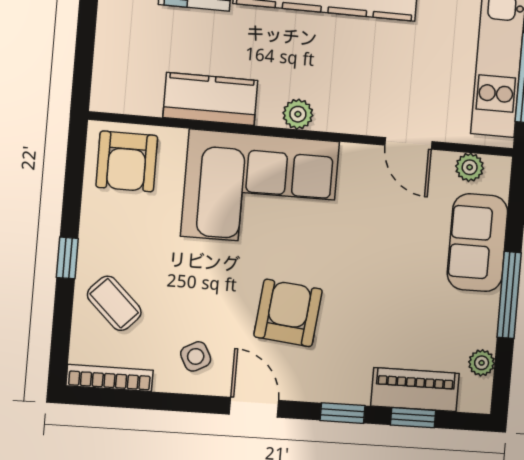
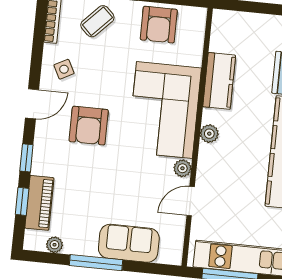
armchair: (127, 161) -> (159, 25), moved, turned -90
plant: (470, 167) -> (182, 168), moved
armchair: (288, 313) -> (89, 126), turned 84

